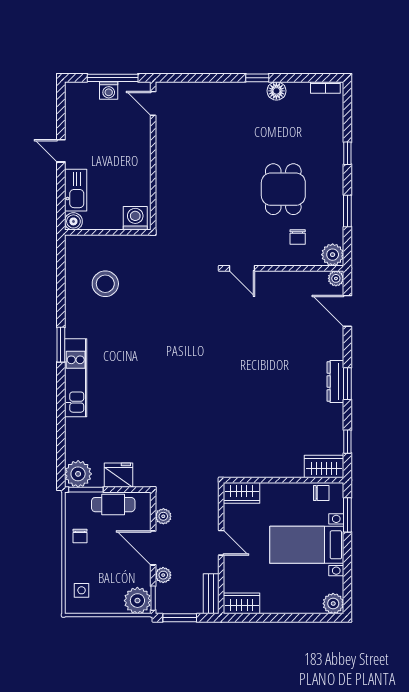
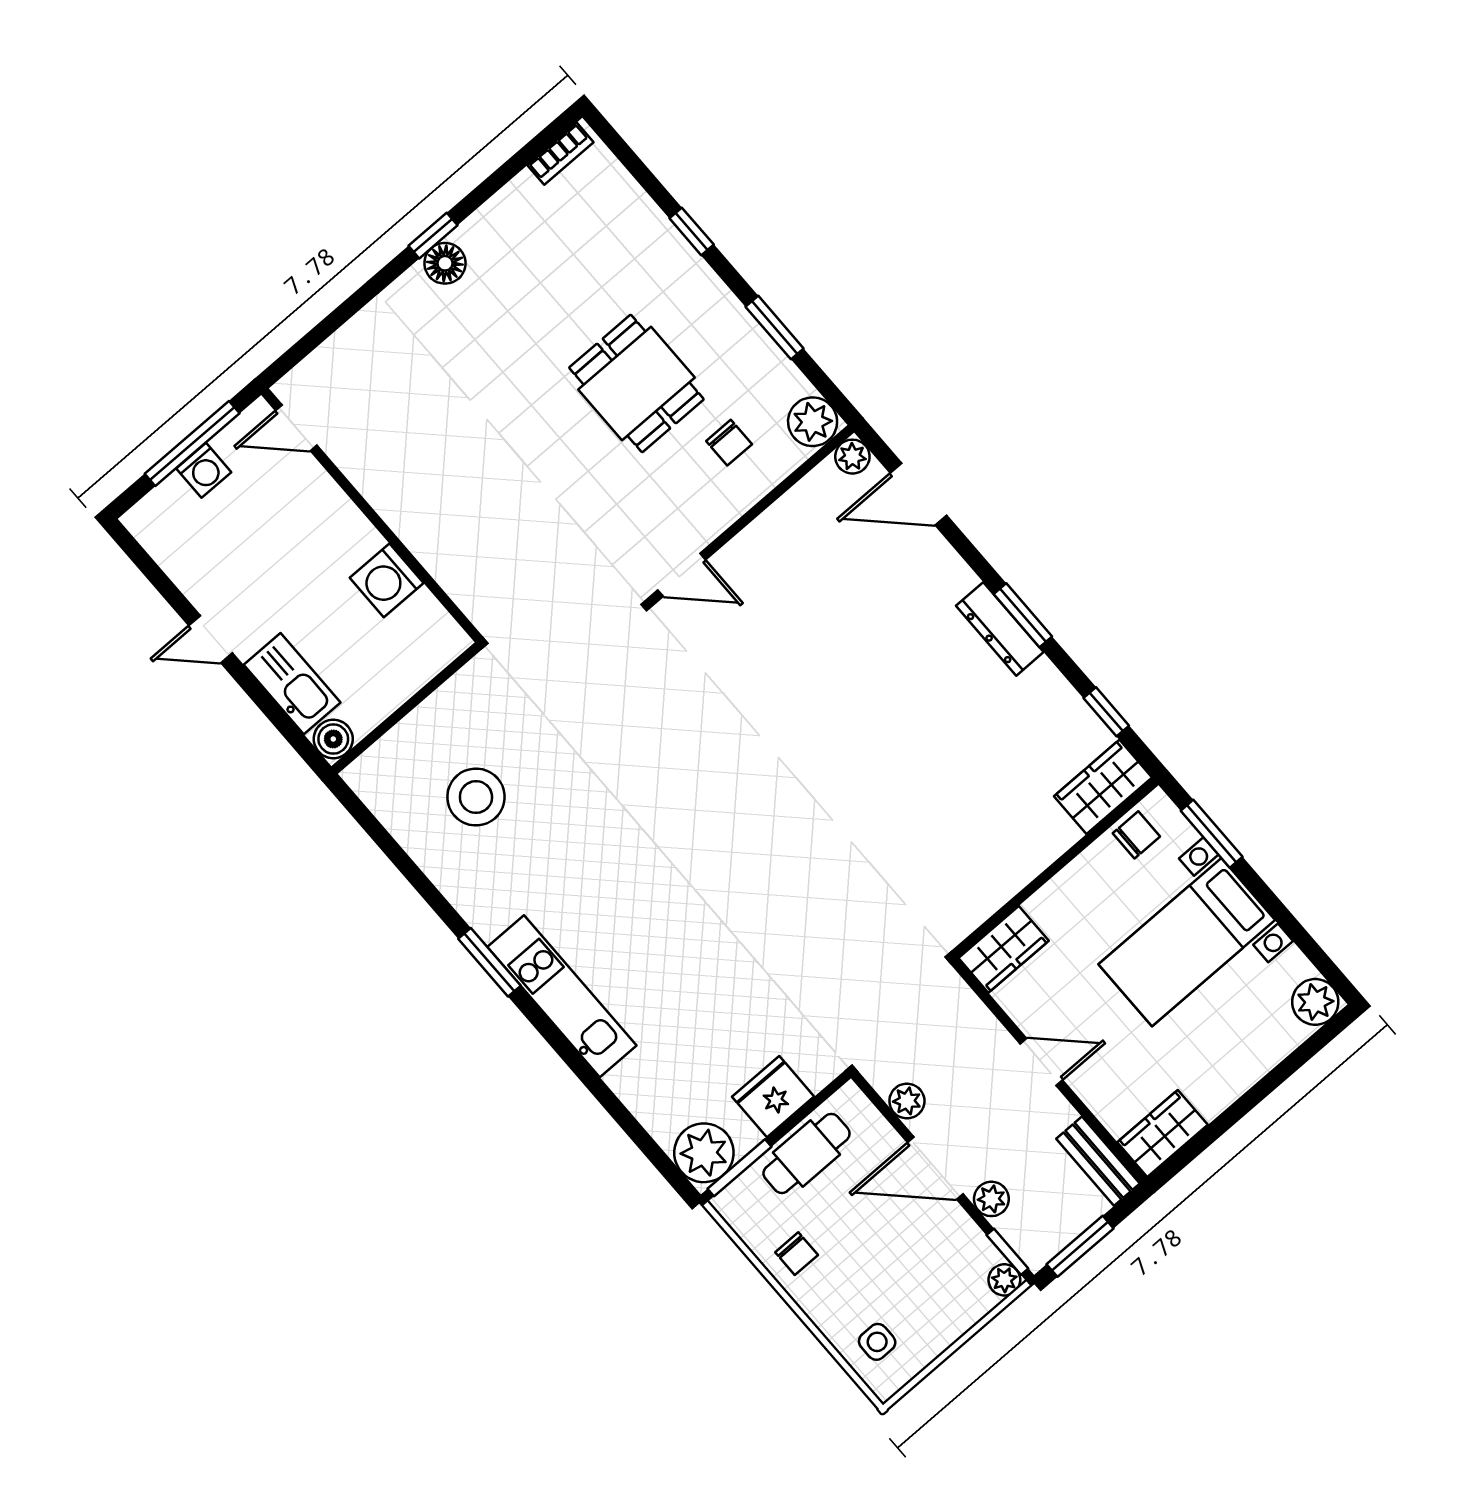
floor lamp: (276, 91) -> (445, 263), moved
washing machine: (135, 218) -> (387, 580), moved, turned -90
plant: (137, 601) -> (1004, 1280), width x0.53, depth x0.53

